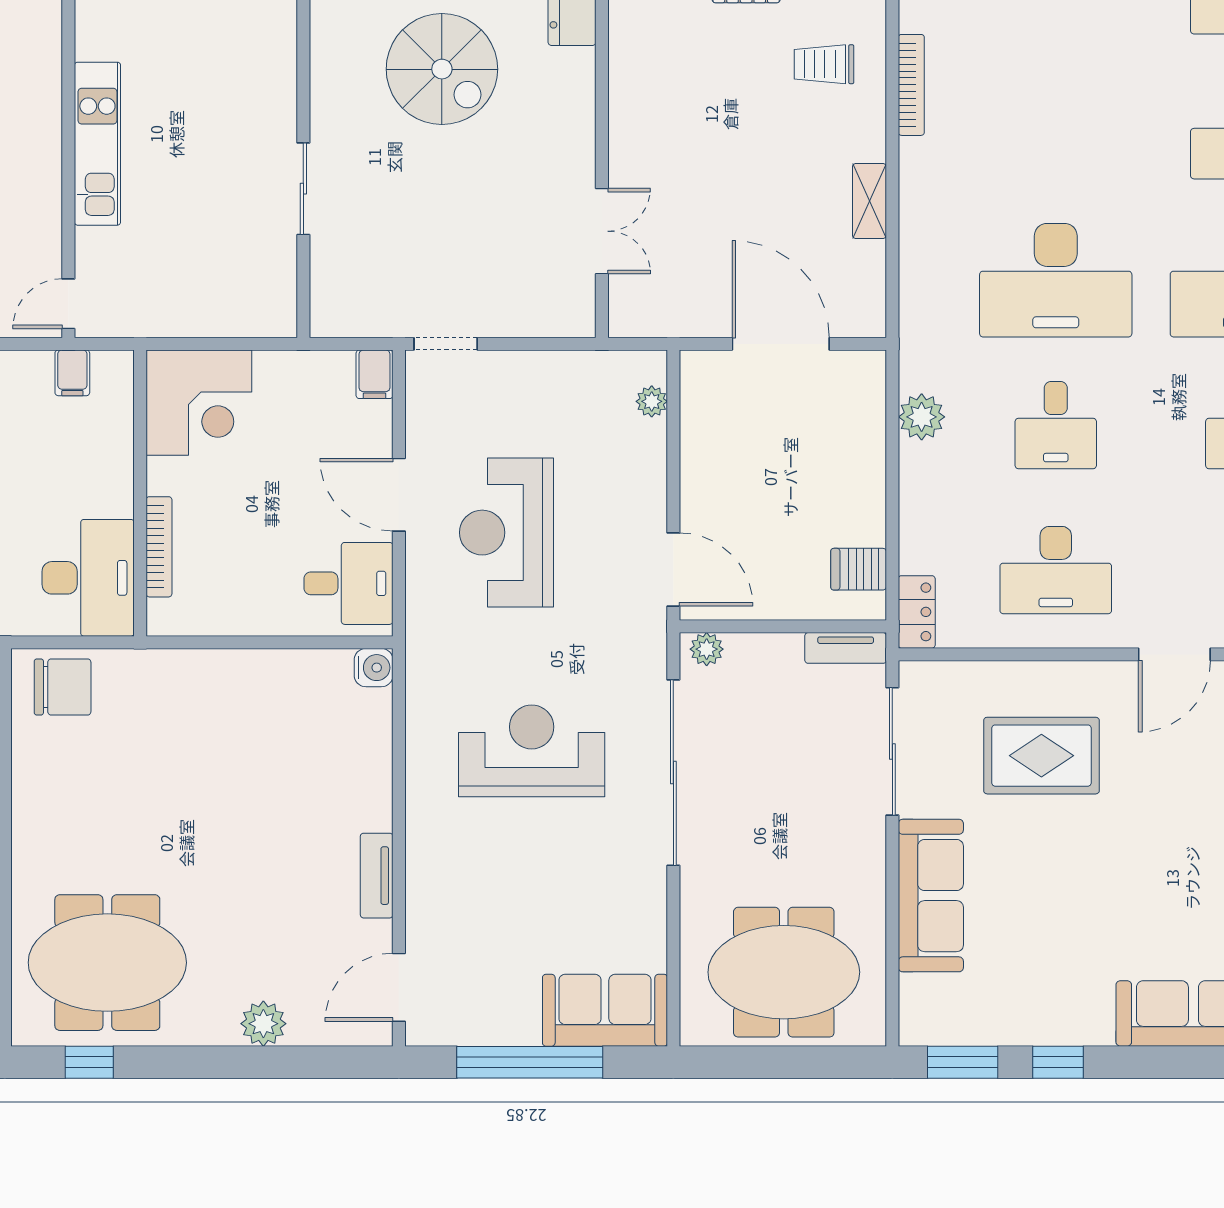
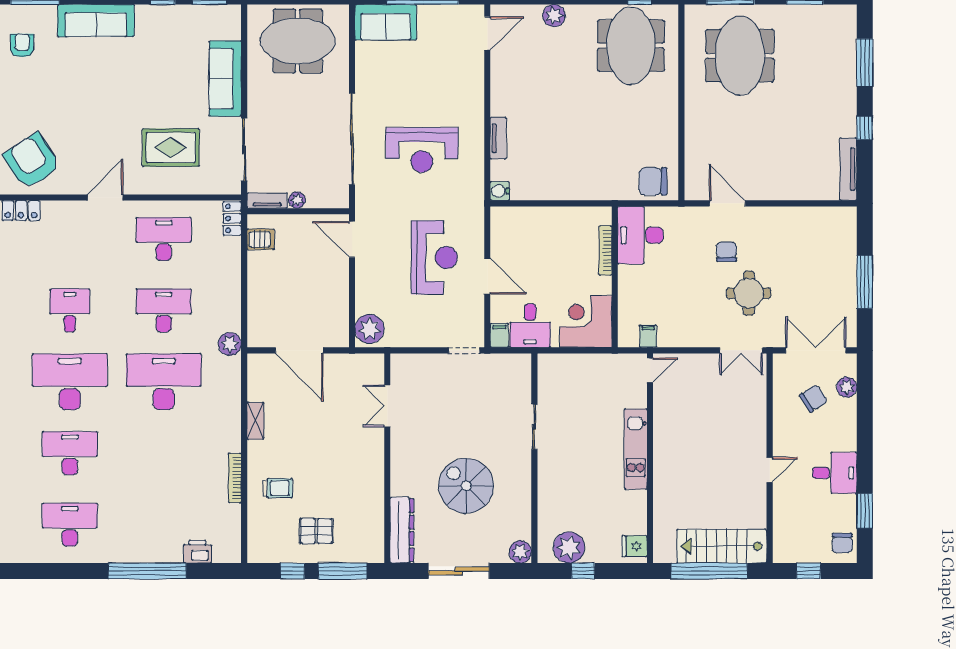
plant: (652, 401) -> (370, 329), width x1.87, depth x1.87
plant: (922, 417) -> (230, 344), moved
desk: (1056, 425) -> (164, 310), width x1.37
desk: (348, 583) -> (530, 326), moved, turned -90
plant: (707, 649) -> (297, 200), moved
tv unit: (377, 876) -> (498, 138), moved
meeting table: (107, 963) -> (631, 46), turned 90

